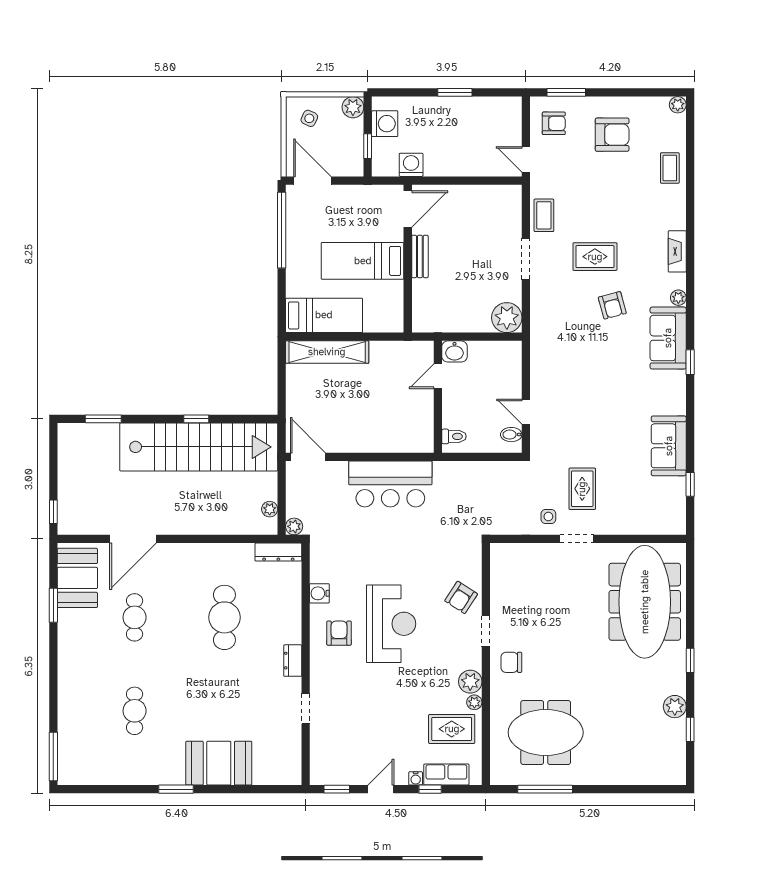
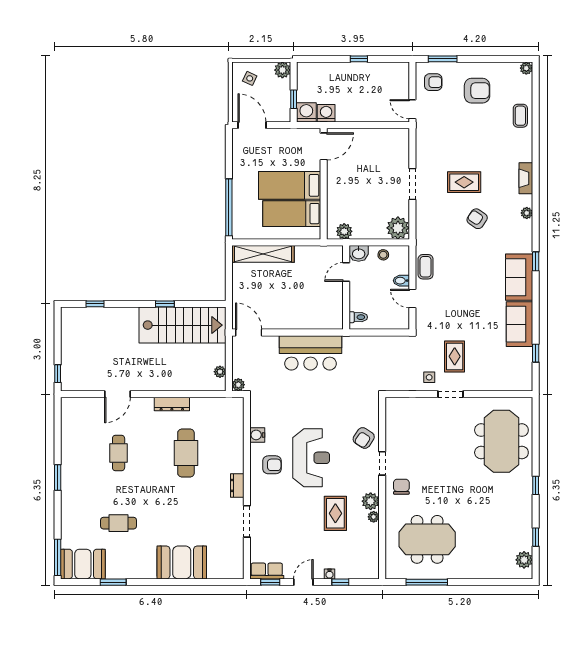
window: (455, 92) -> (359, 59), width x0.67
washing machine: (385, 124) -> (306, 112), moved, turned -90
coffee table: (544, 215) -> (426, 267), moved
window: (282, 230) -> (229, 207), moved
bench: (420, 256) -> (333, 182), removed
armchair: (612, 305) -> (477, 219), turned 139
bed: (324, 315) -> (292, 214), moved, turned 180
plant: (435, 322) -> (344, 231), added
sofa: (668, 338) -> (519, 277), moved
stool: (487, 353) -> (383, 255), added
window: (103, 419) -> (95, 304), width x0.67
bidet: (511, 435) -> (401, 281), moved
stairs: (199, 447) -> (182, 325), width x0.73
door: (133, 539) -> (117, 394), width x0.73
dresser: (278, 552) -> (172, 404), moved
booth: (77, 578) -> (83, 564), moved, turned 90
meeting table: (645, 602) -> (501, 441), width x0.73
window: (53, 605) -> (58, 478), moved
armchair: (339, 633) -> (272, 465), turned 90
chair: (511, 662) -> (401, 487), turned 90
plant: (675, 707) -> (524, 560), moved
doorway: (306, 709) -> (247, 521), width x1.38
cafe table: (135, 711) -> (119, 523), turned 90
rug: (452, 729) -> (335, 513), moved, turned 90
row of seats: (446, 775) -> (267, 571), moved
window: (176, 789) -> (113, 582), moved

